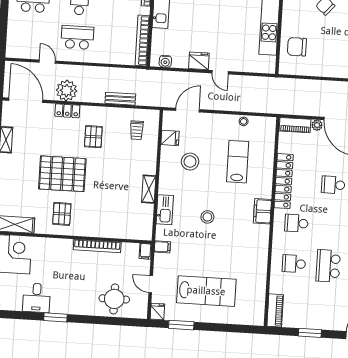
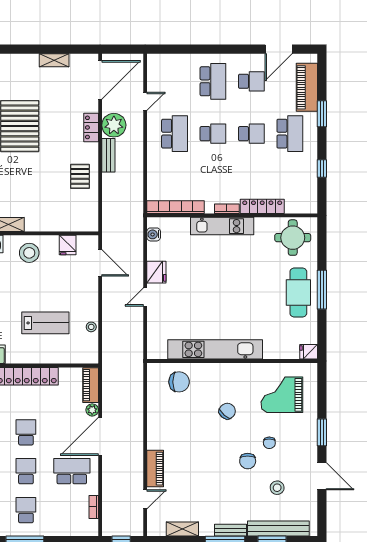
chair: (297, 47) -> (179, 382), turned 90
bench: (120, 99) -> (108, 155), moved
trolley: (137, 130) -> (74, 207), removed
pallet: (93, 137) -> (80, 176), moved, turned 90
stool: (190, 162) -> (29, 253), moved

